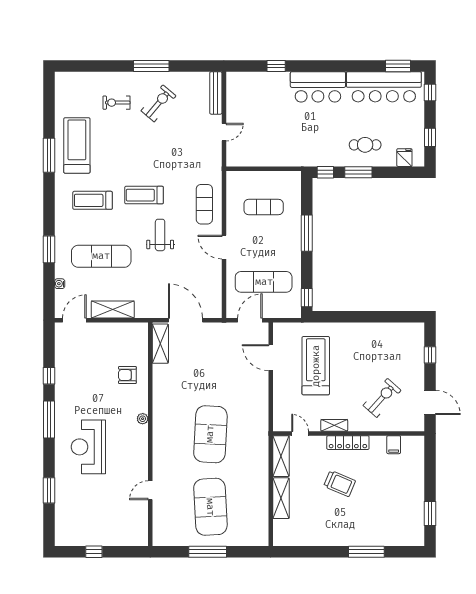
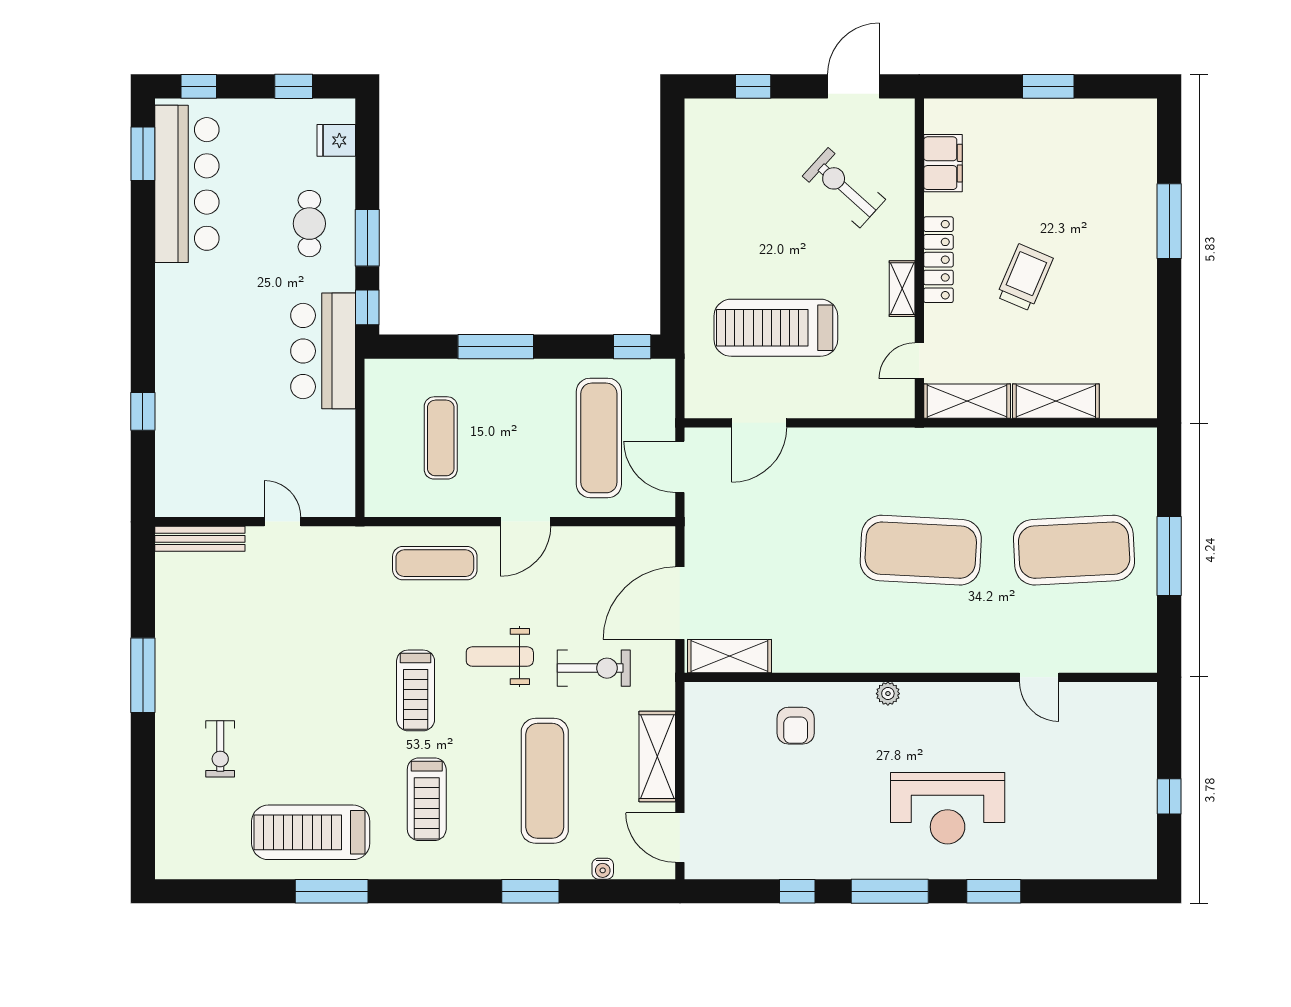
bar counter: (318, 87) -> (323, 351), moved, turned 180
exercise bike: (158, 103) -> (594, 668), moved, turned 140
filing cabinet: (394, 445) -> (943, 163), width x2.00
window: (49, 490) -> (994, 891), moved
window: (430, 514) -> (1048, 86), moved

